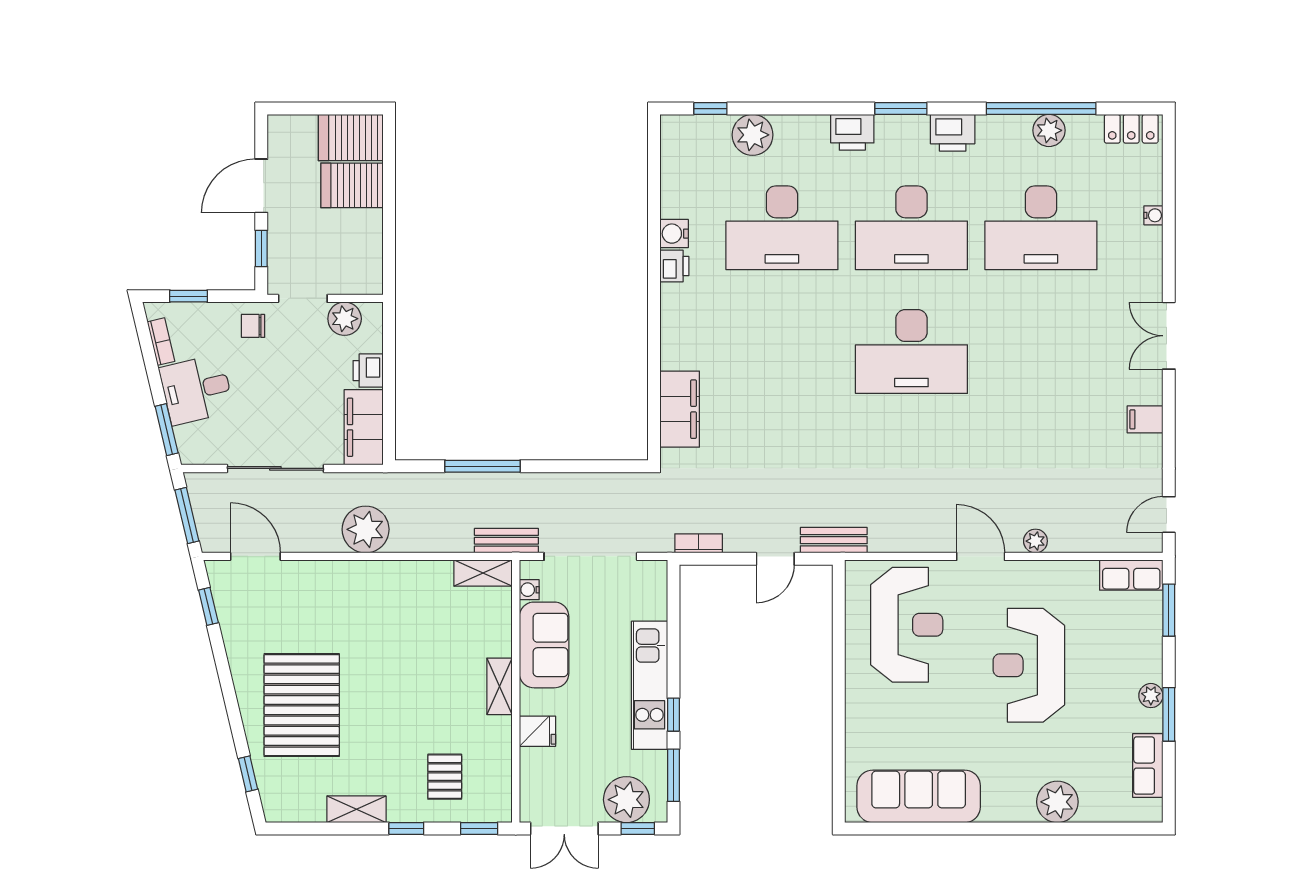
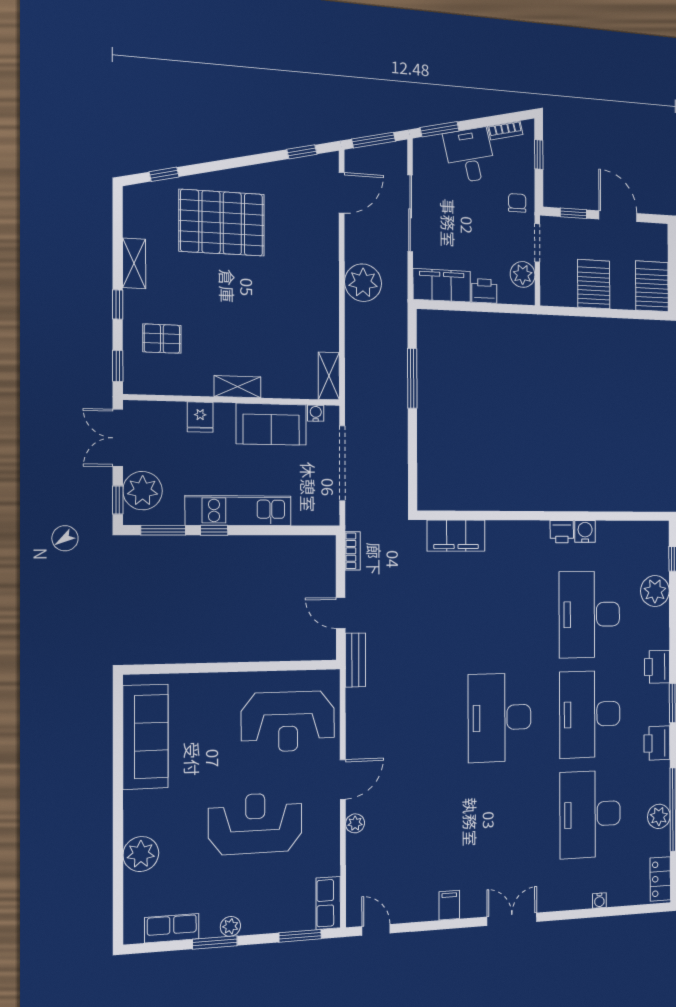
server rack: (352, 185) -> (594, 284), moved
bench: (506, 541) -> (354, 396), removed

